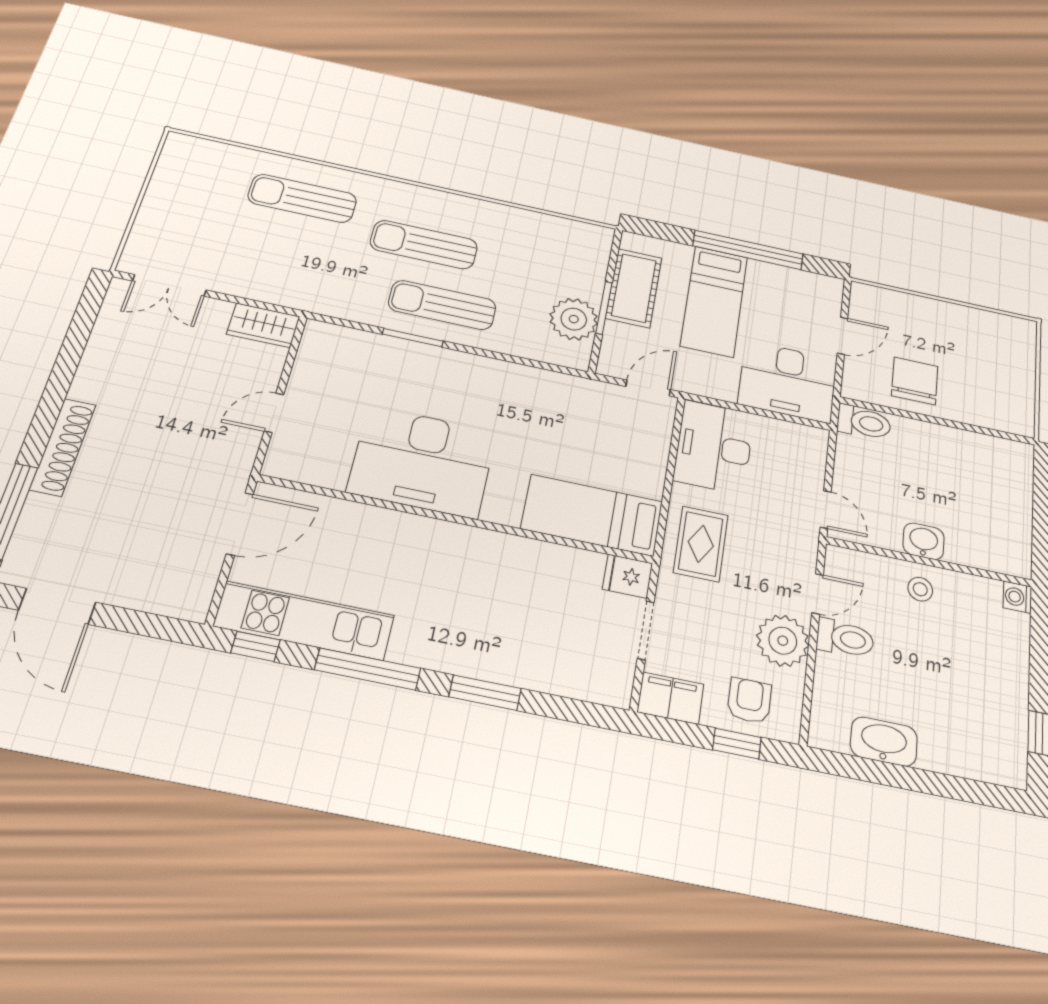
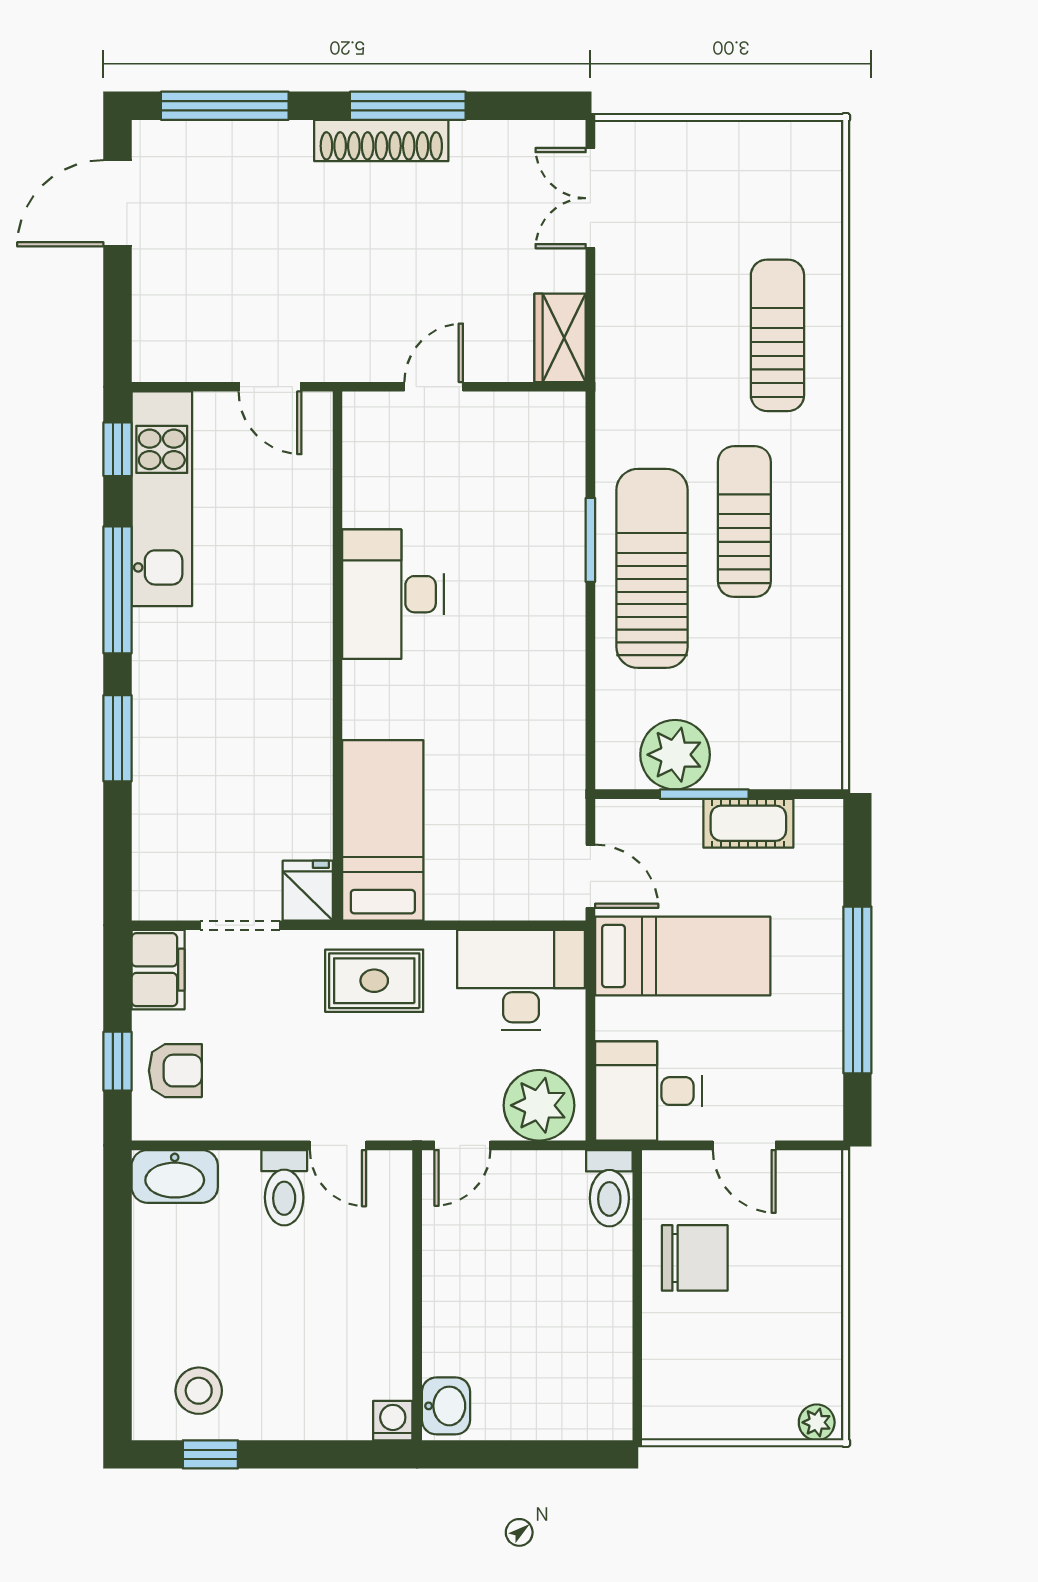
cot: (634, 288) -> (748, 823), width x0.73, depth x0.75
bed: (714, 301) -> (683, 956), moved, turned 180
sun lounger: (442, 305) -> (652, 568), width x1.36, depth x1.34
plant: (1025, 334) -> (817, 1422), added
desk: (788, 382) -> (649, 1091), width x0.73
window: (58, 386) -> (408, 106), added
door: (274, 413) -> (434, 387), hinge flipped
shoe rack: (63, 447) -> (381, 141), moved
desk: (422, 462) -> (393, 594), width x0.73, depth x0.77
door: (240, 524) -> (270, 387), width x0.73
washbasin: (924, 541) -> (446, 1406), moved
stool: (920, 589) -> (199, 1391), moved, width x1.37, depth x1.37
plant: (783, 641) -> (539, 1105), moved
washbasin: (884, 742) -> (175, 1176), moved, turned 90

